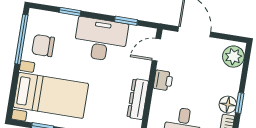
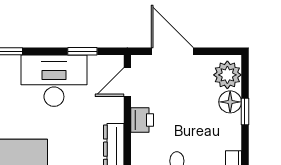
window: (240, 103) -> (245, 112), moved
floor lamp: (228, 105) -> (230, 102), moved

